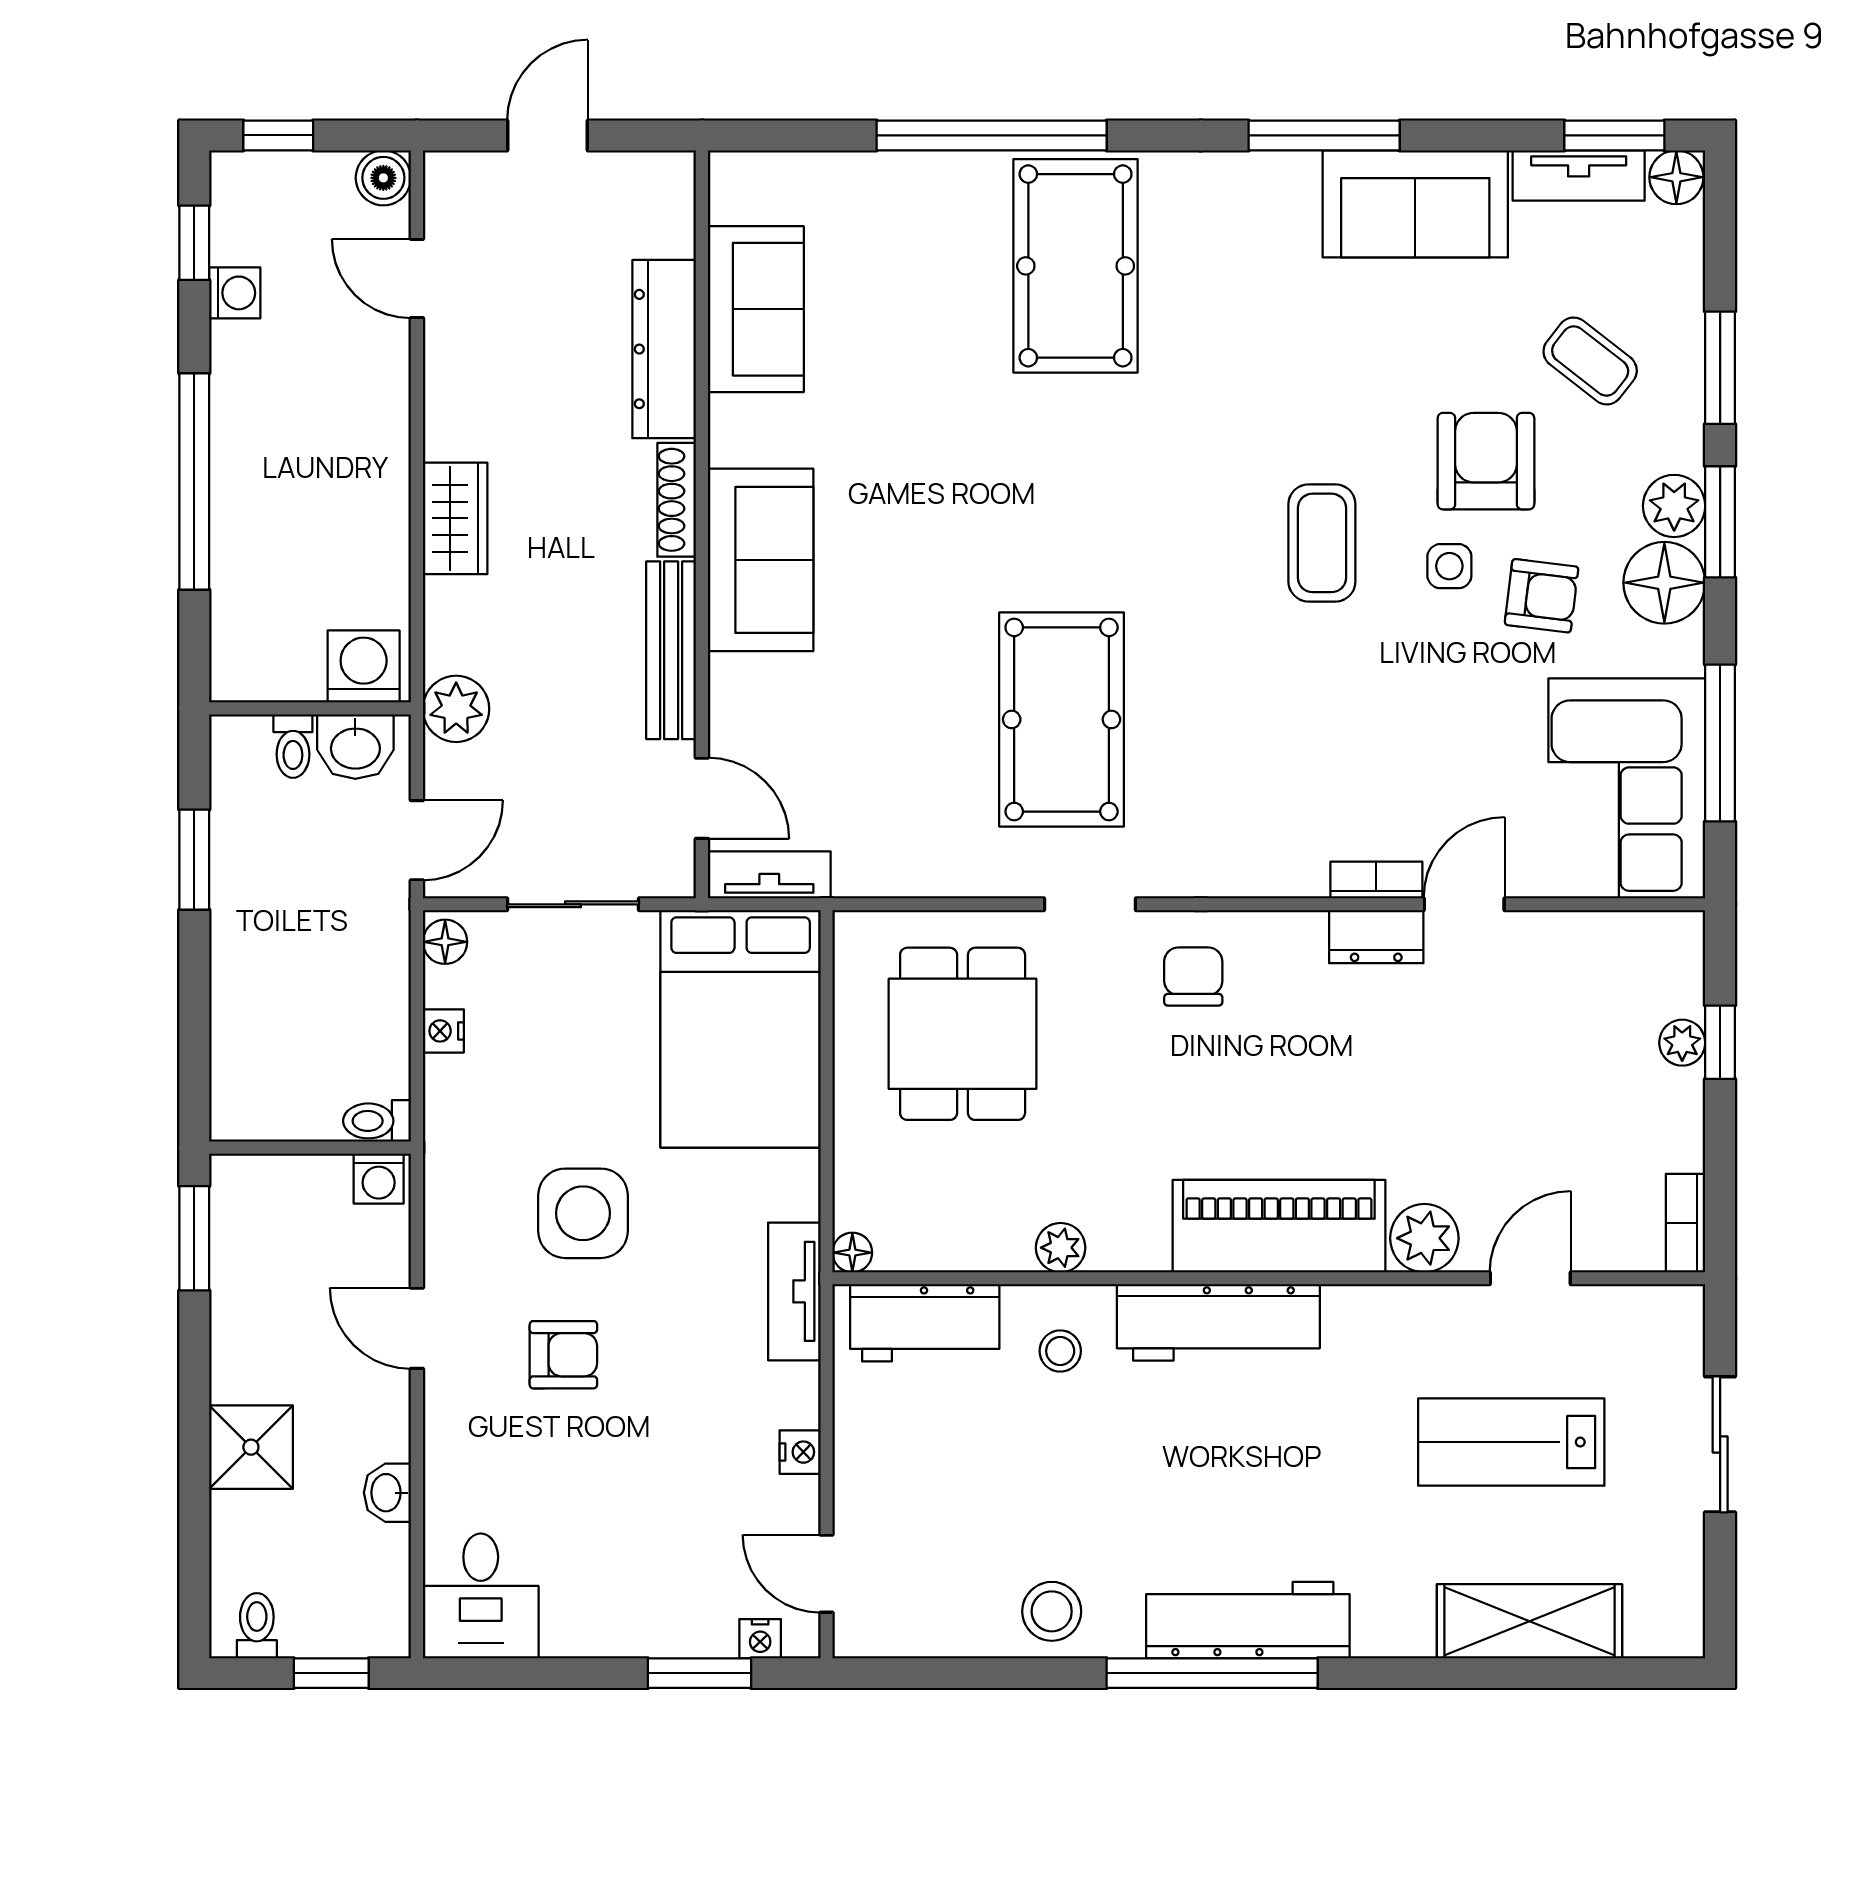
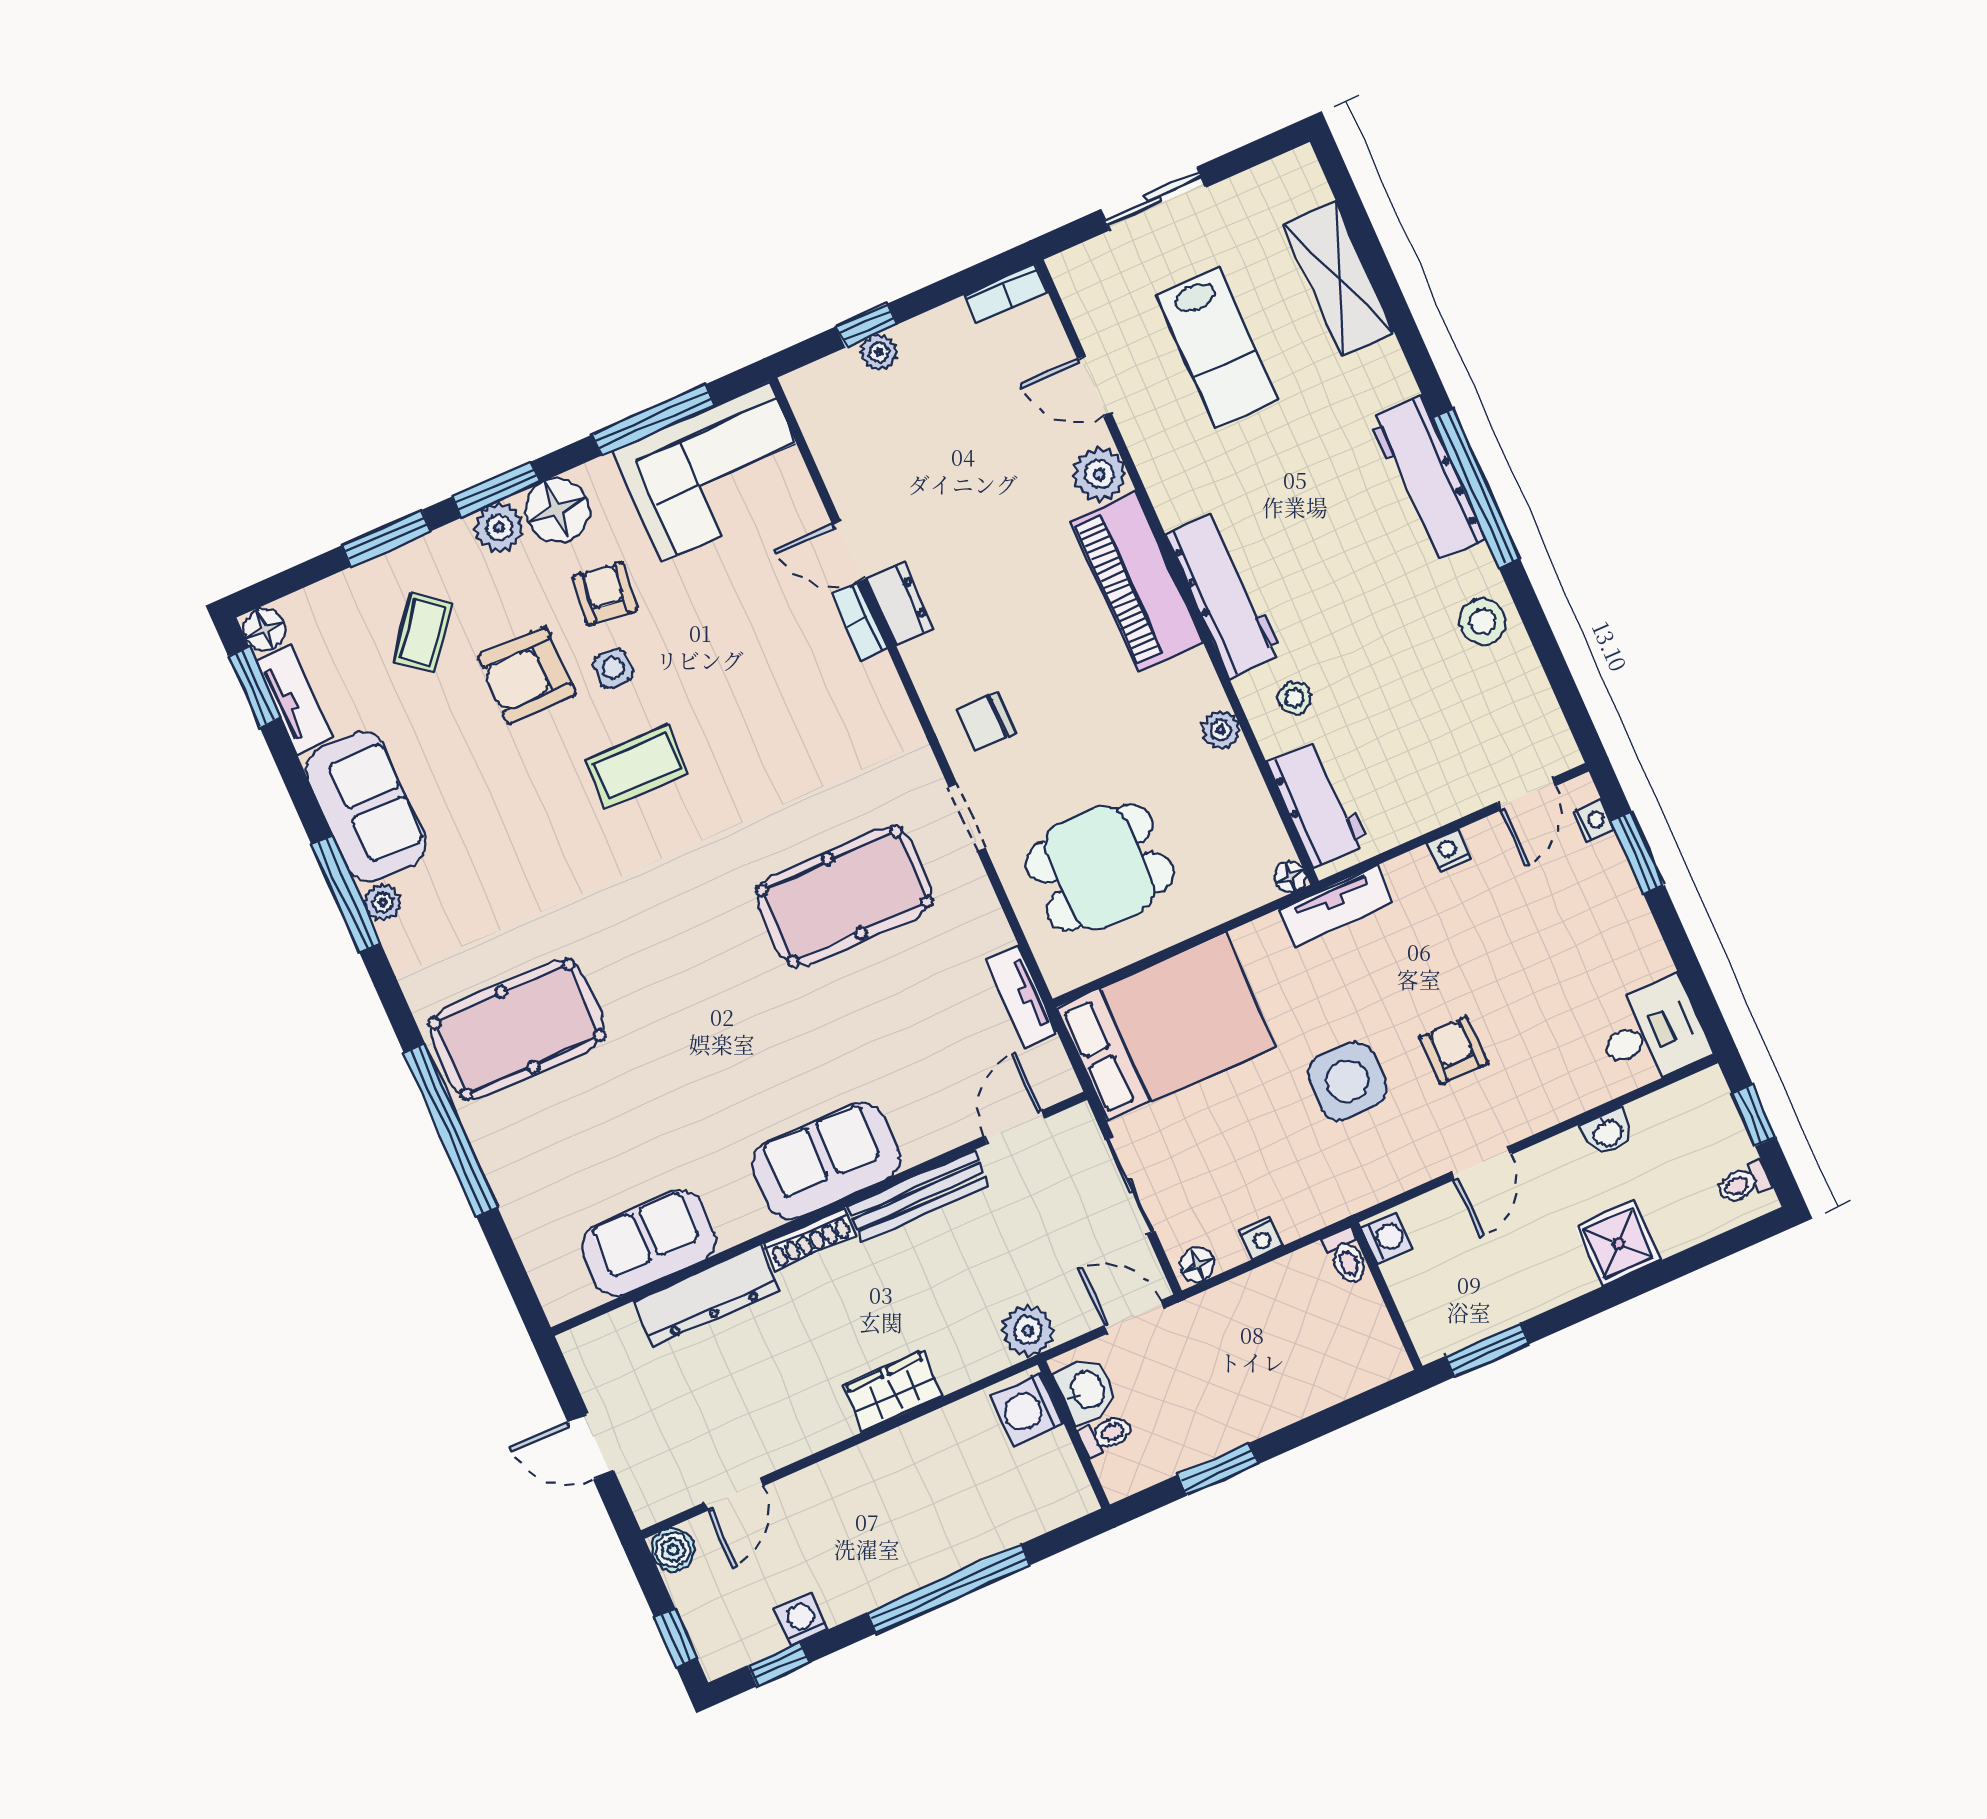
plant: (1294, 174) -> (383, 903), added
tv unit: (769, 875) -> (1021, 996), moved

